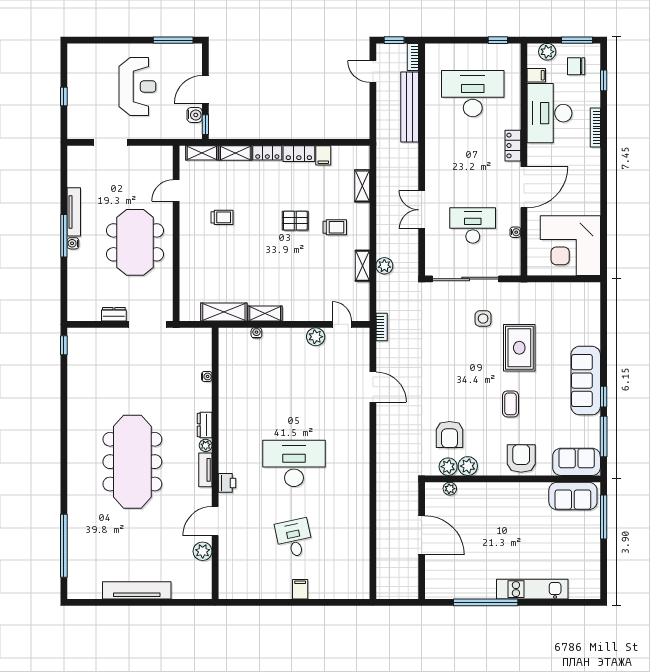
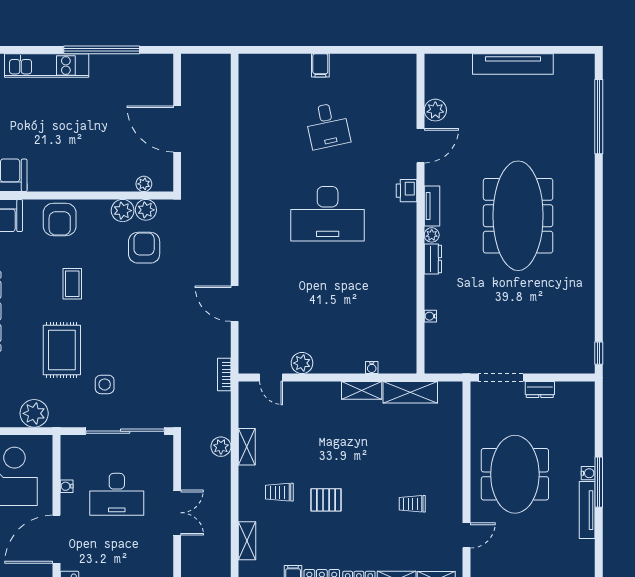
plant: (543, 294) -> (34, 413), added

